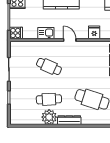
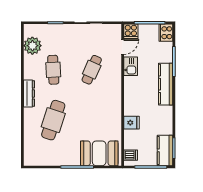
door: (70, 40) -> (123, 47), moved
plant: (49, 117) -> (32, 46), moved

